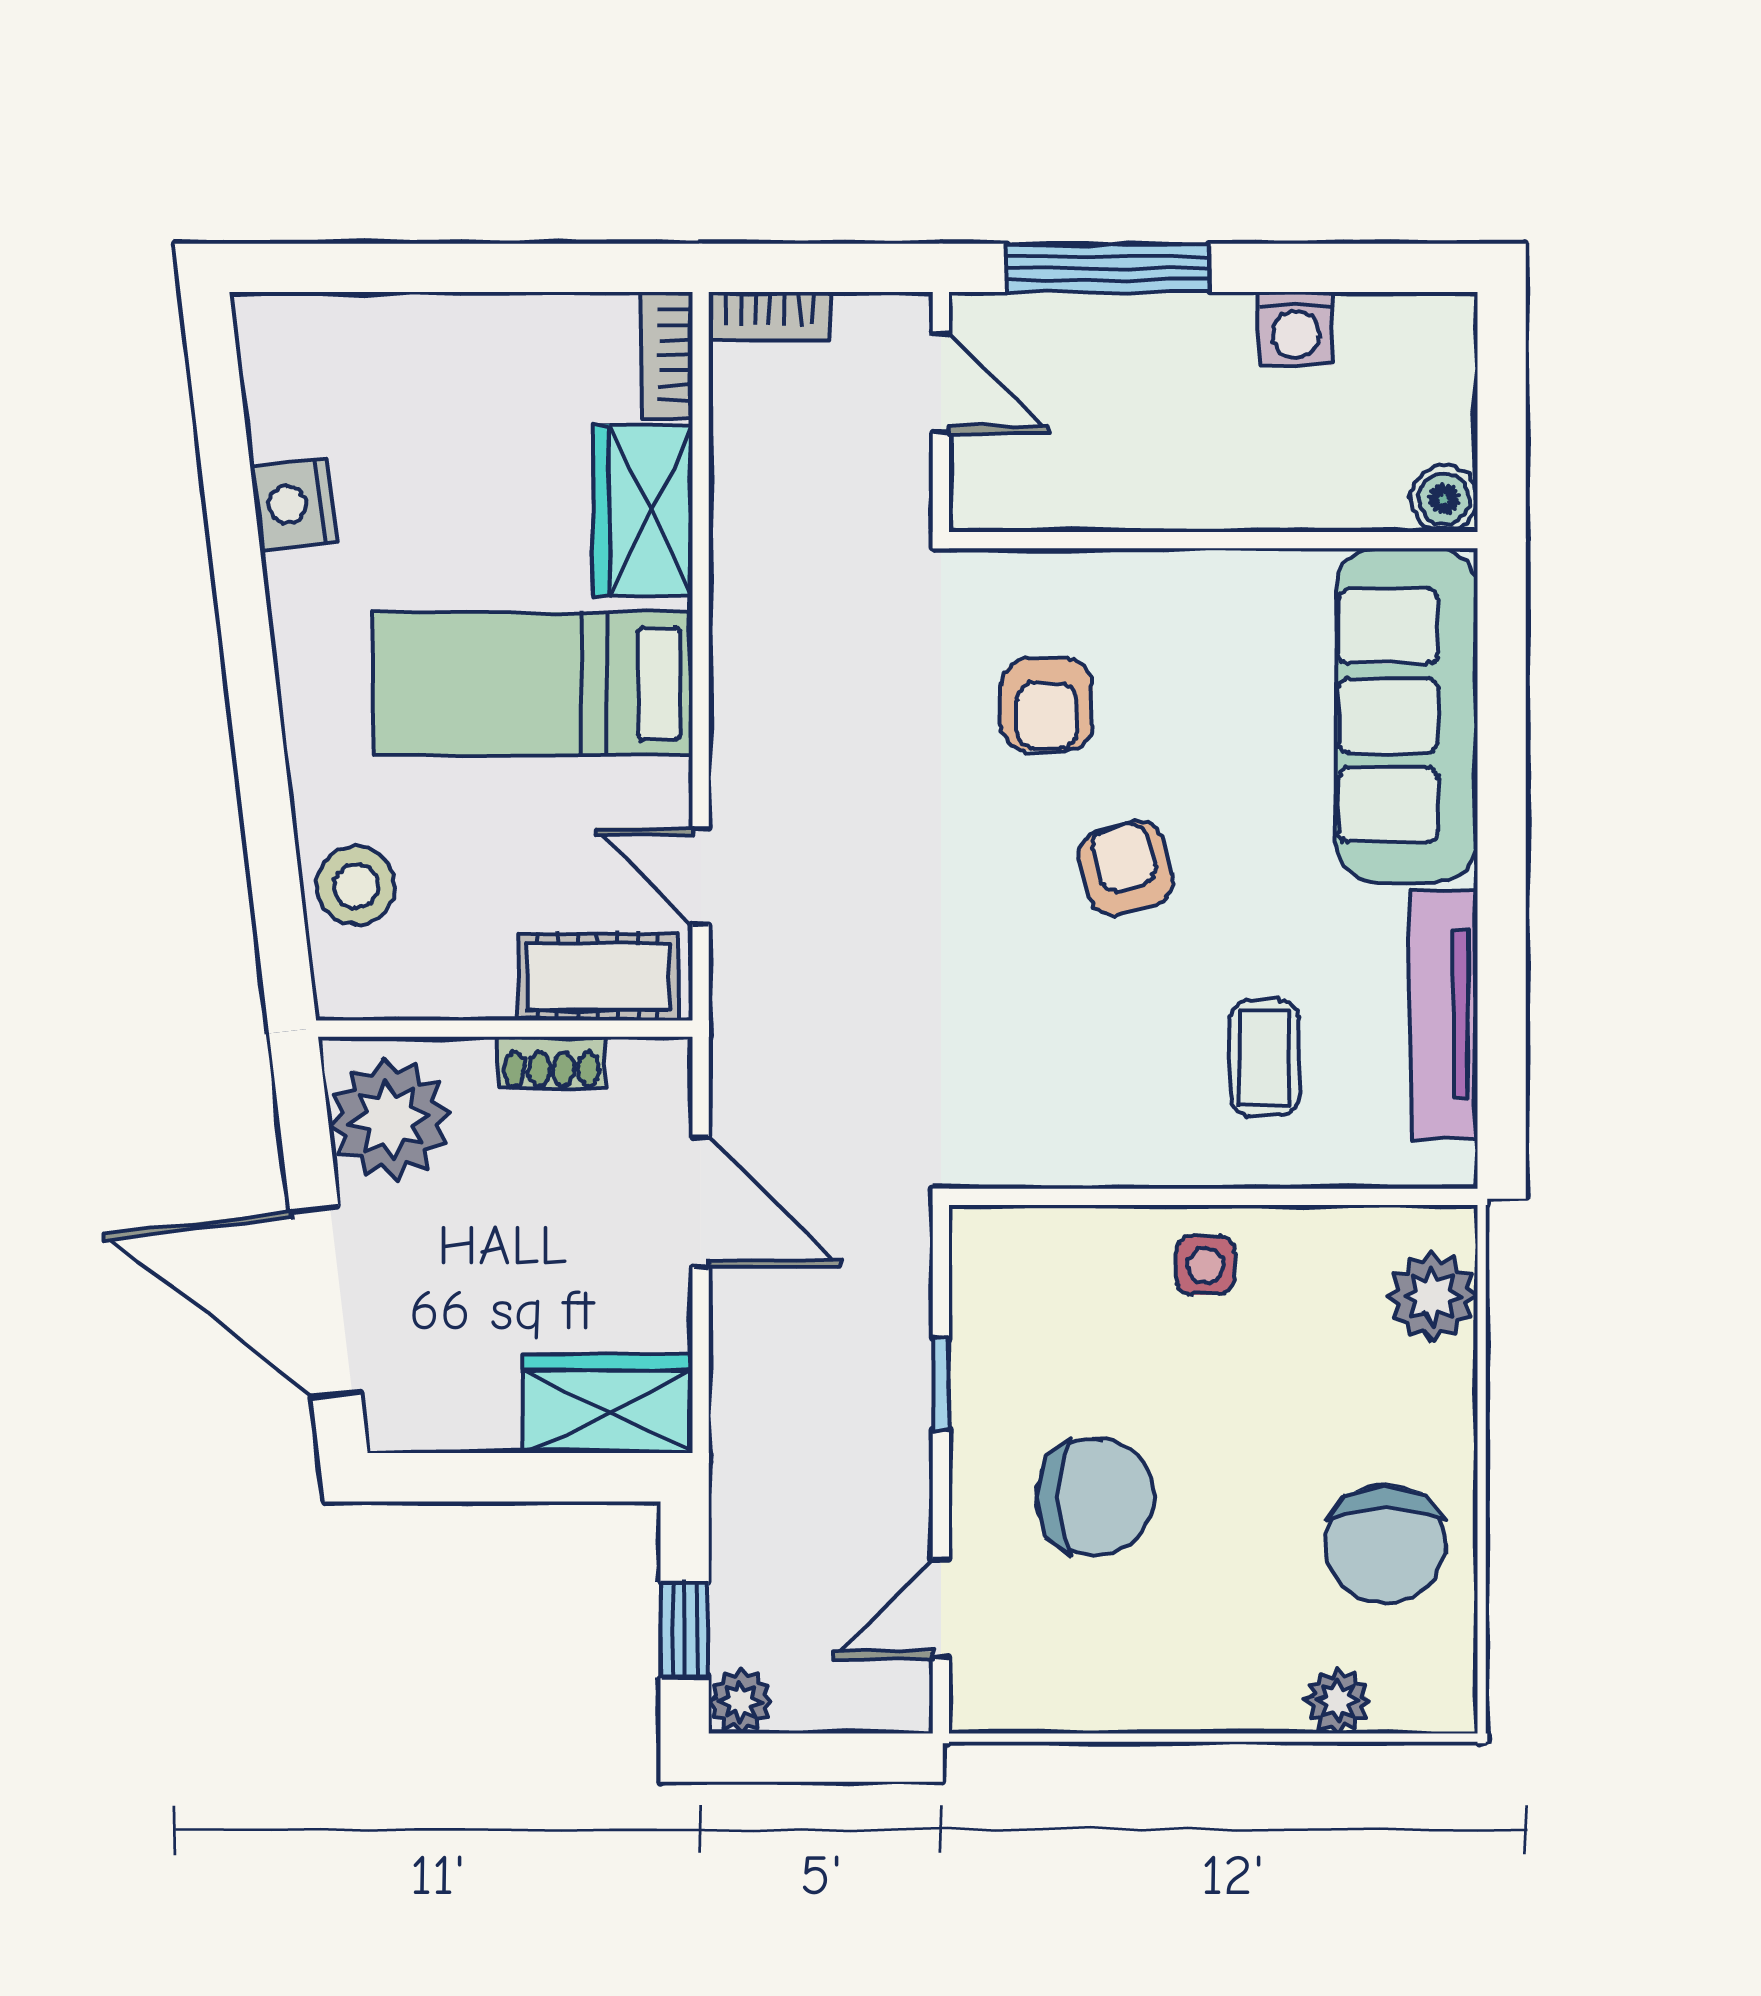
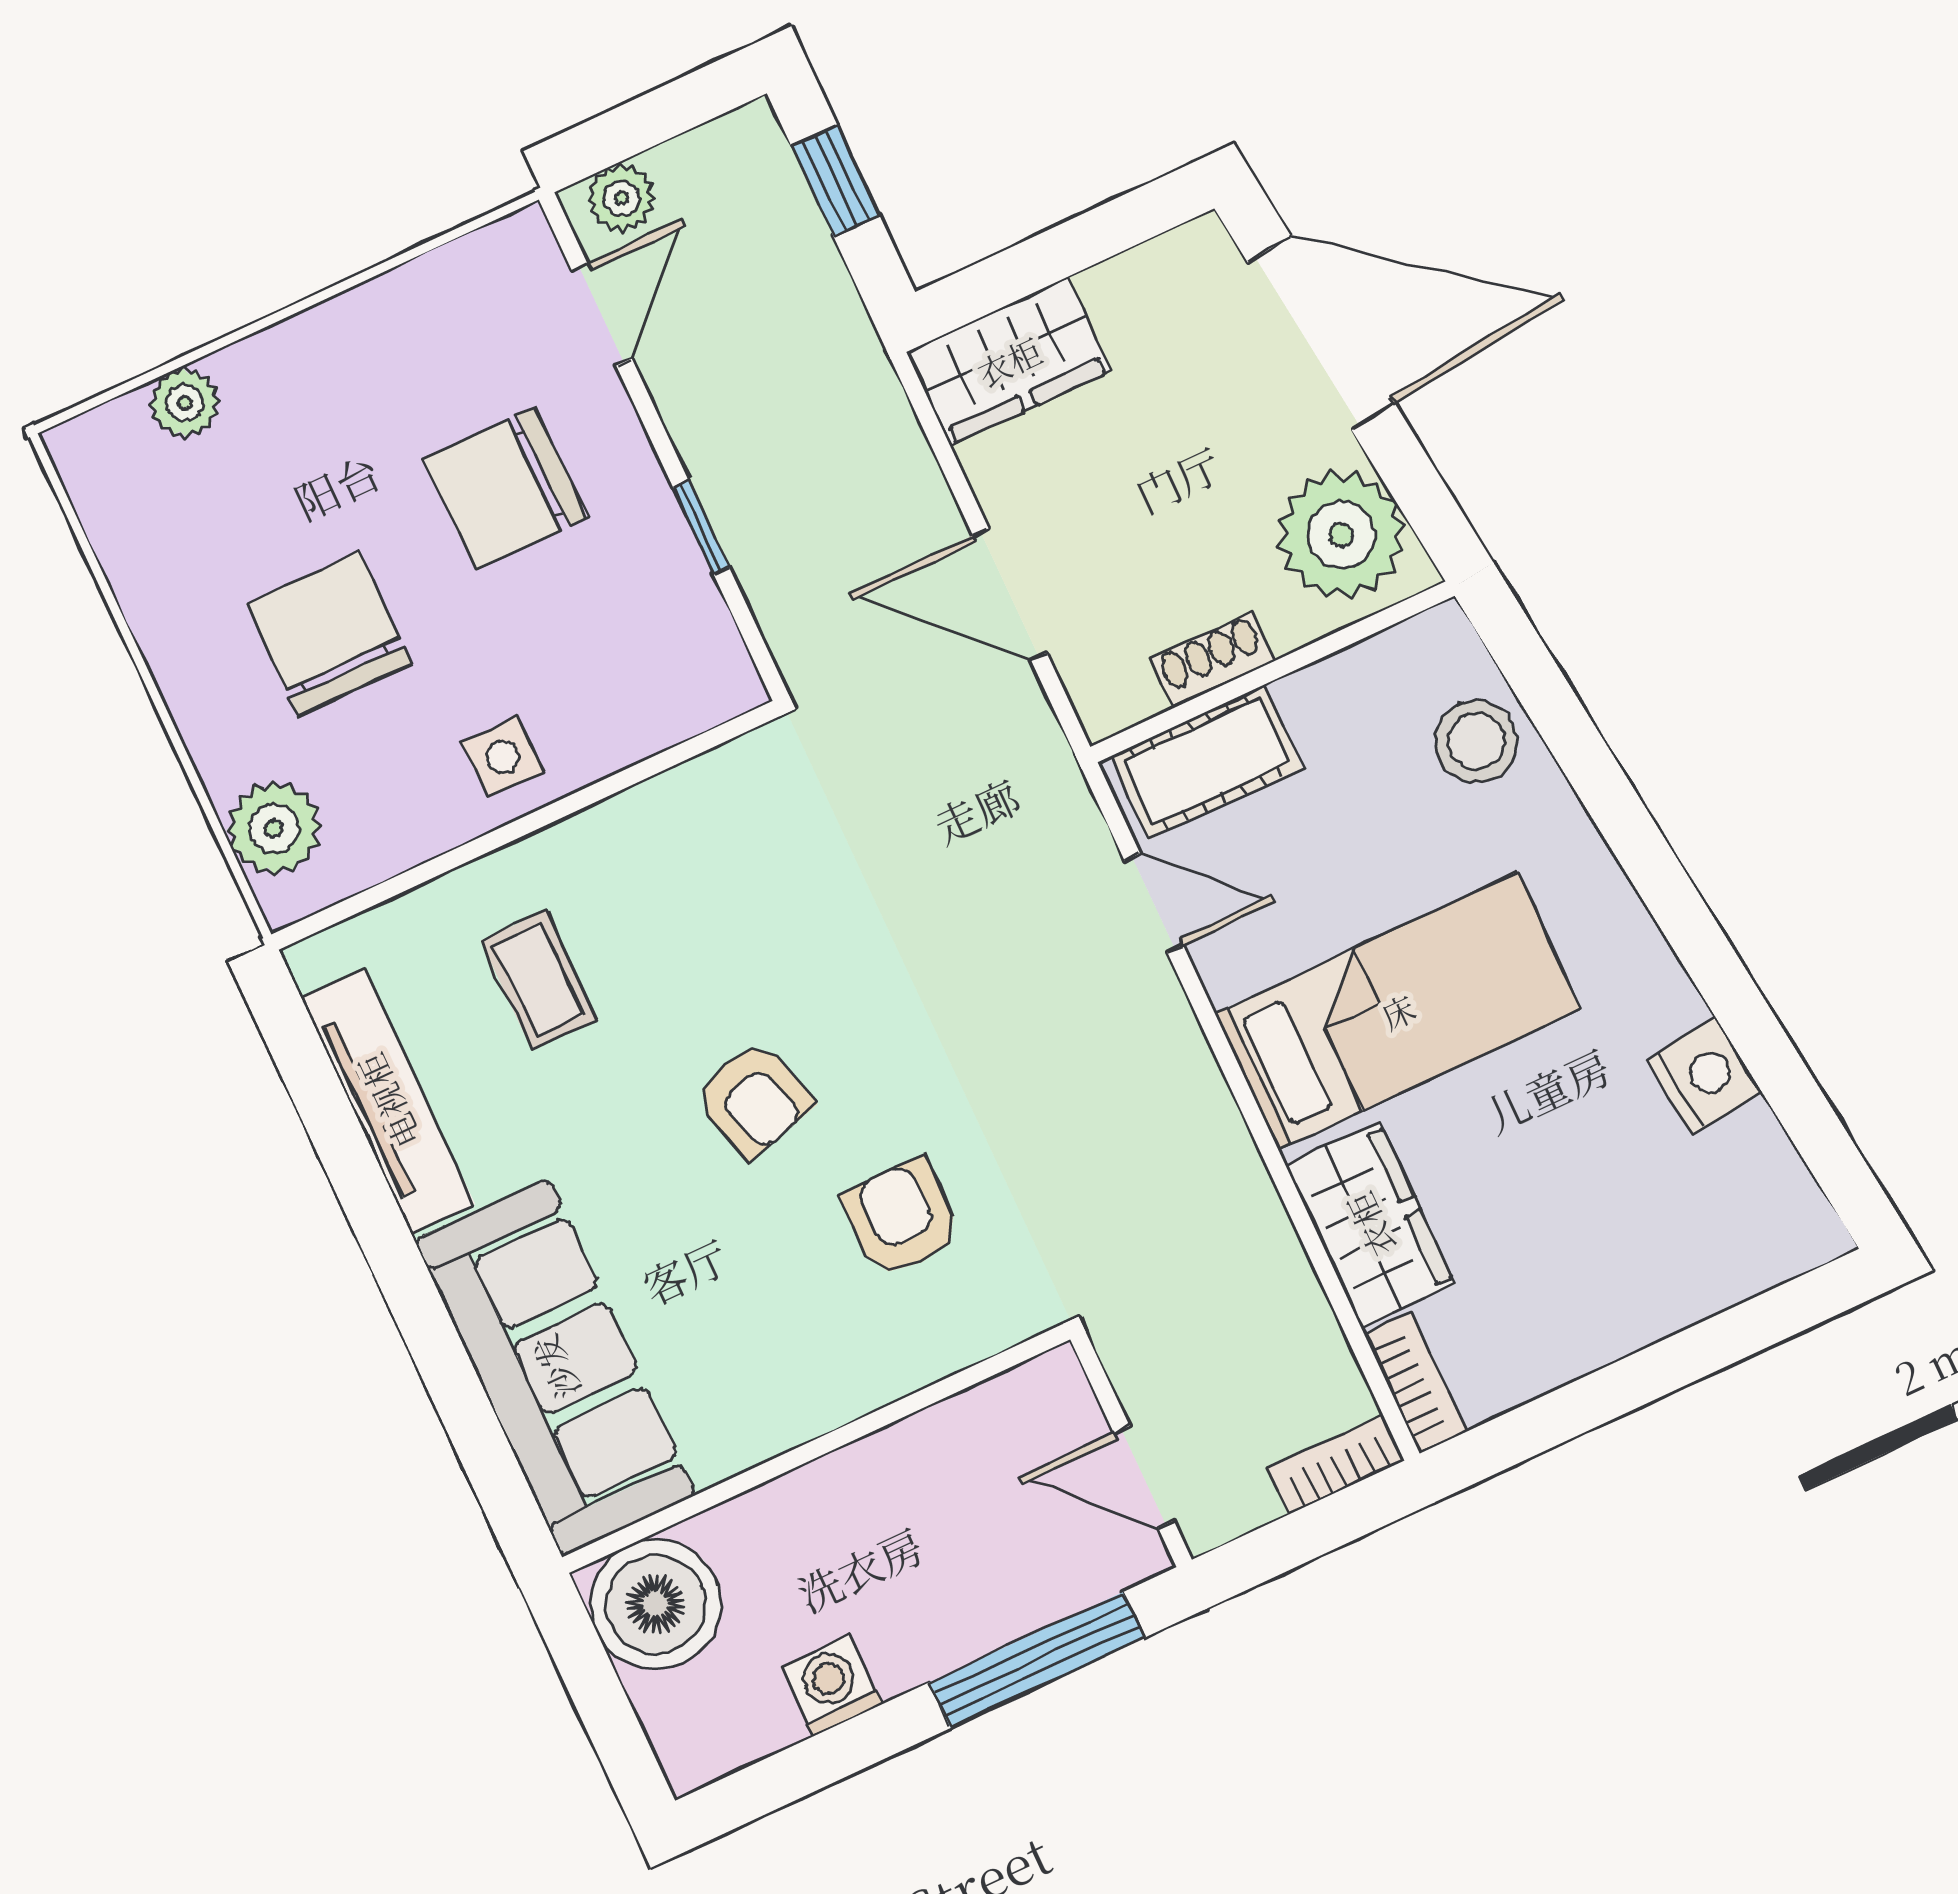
boiler: (1444, 499) -> (656, 1604), width x1.86, depth x1.86
chair: (1386, 1544) -> (329, 634), moved
plant: (741, 1701) -> (621, 198), moved

